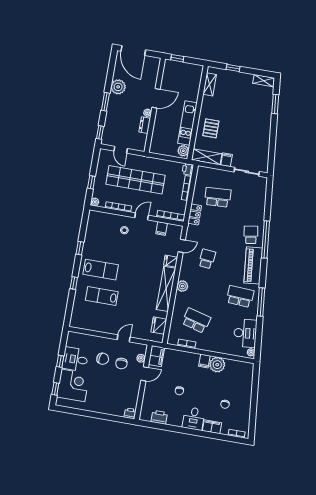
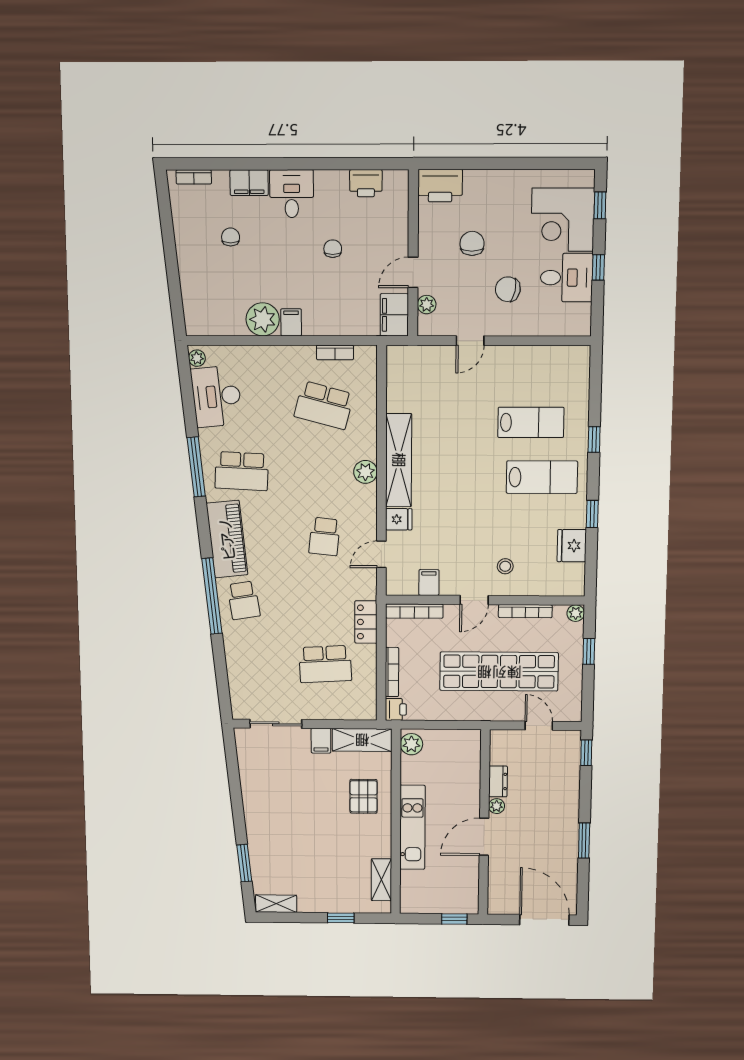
plant: (118, 87) -> (564, 846), removed
window: (105, 102) -> (584, 841), moved
kitchen unit: (187, 123) -> (412, 827), moved
lab bench: (101, 270) -> (542, 477), turned 180
fridge: (159, 326) -> (572, 546), moved, turned 180
chair: (121, 363) -> (472, 243), moved
printer: (130, 413) -> (440, 186), width x1.87, depth x1.48

